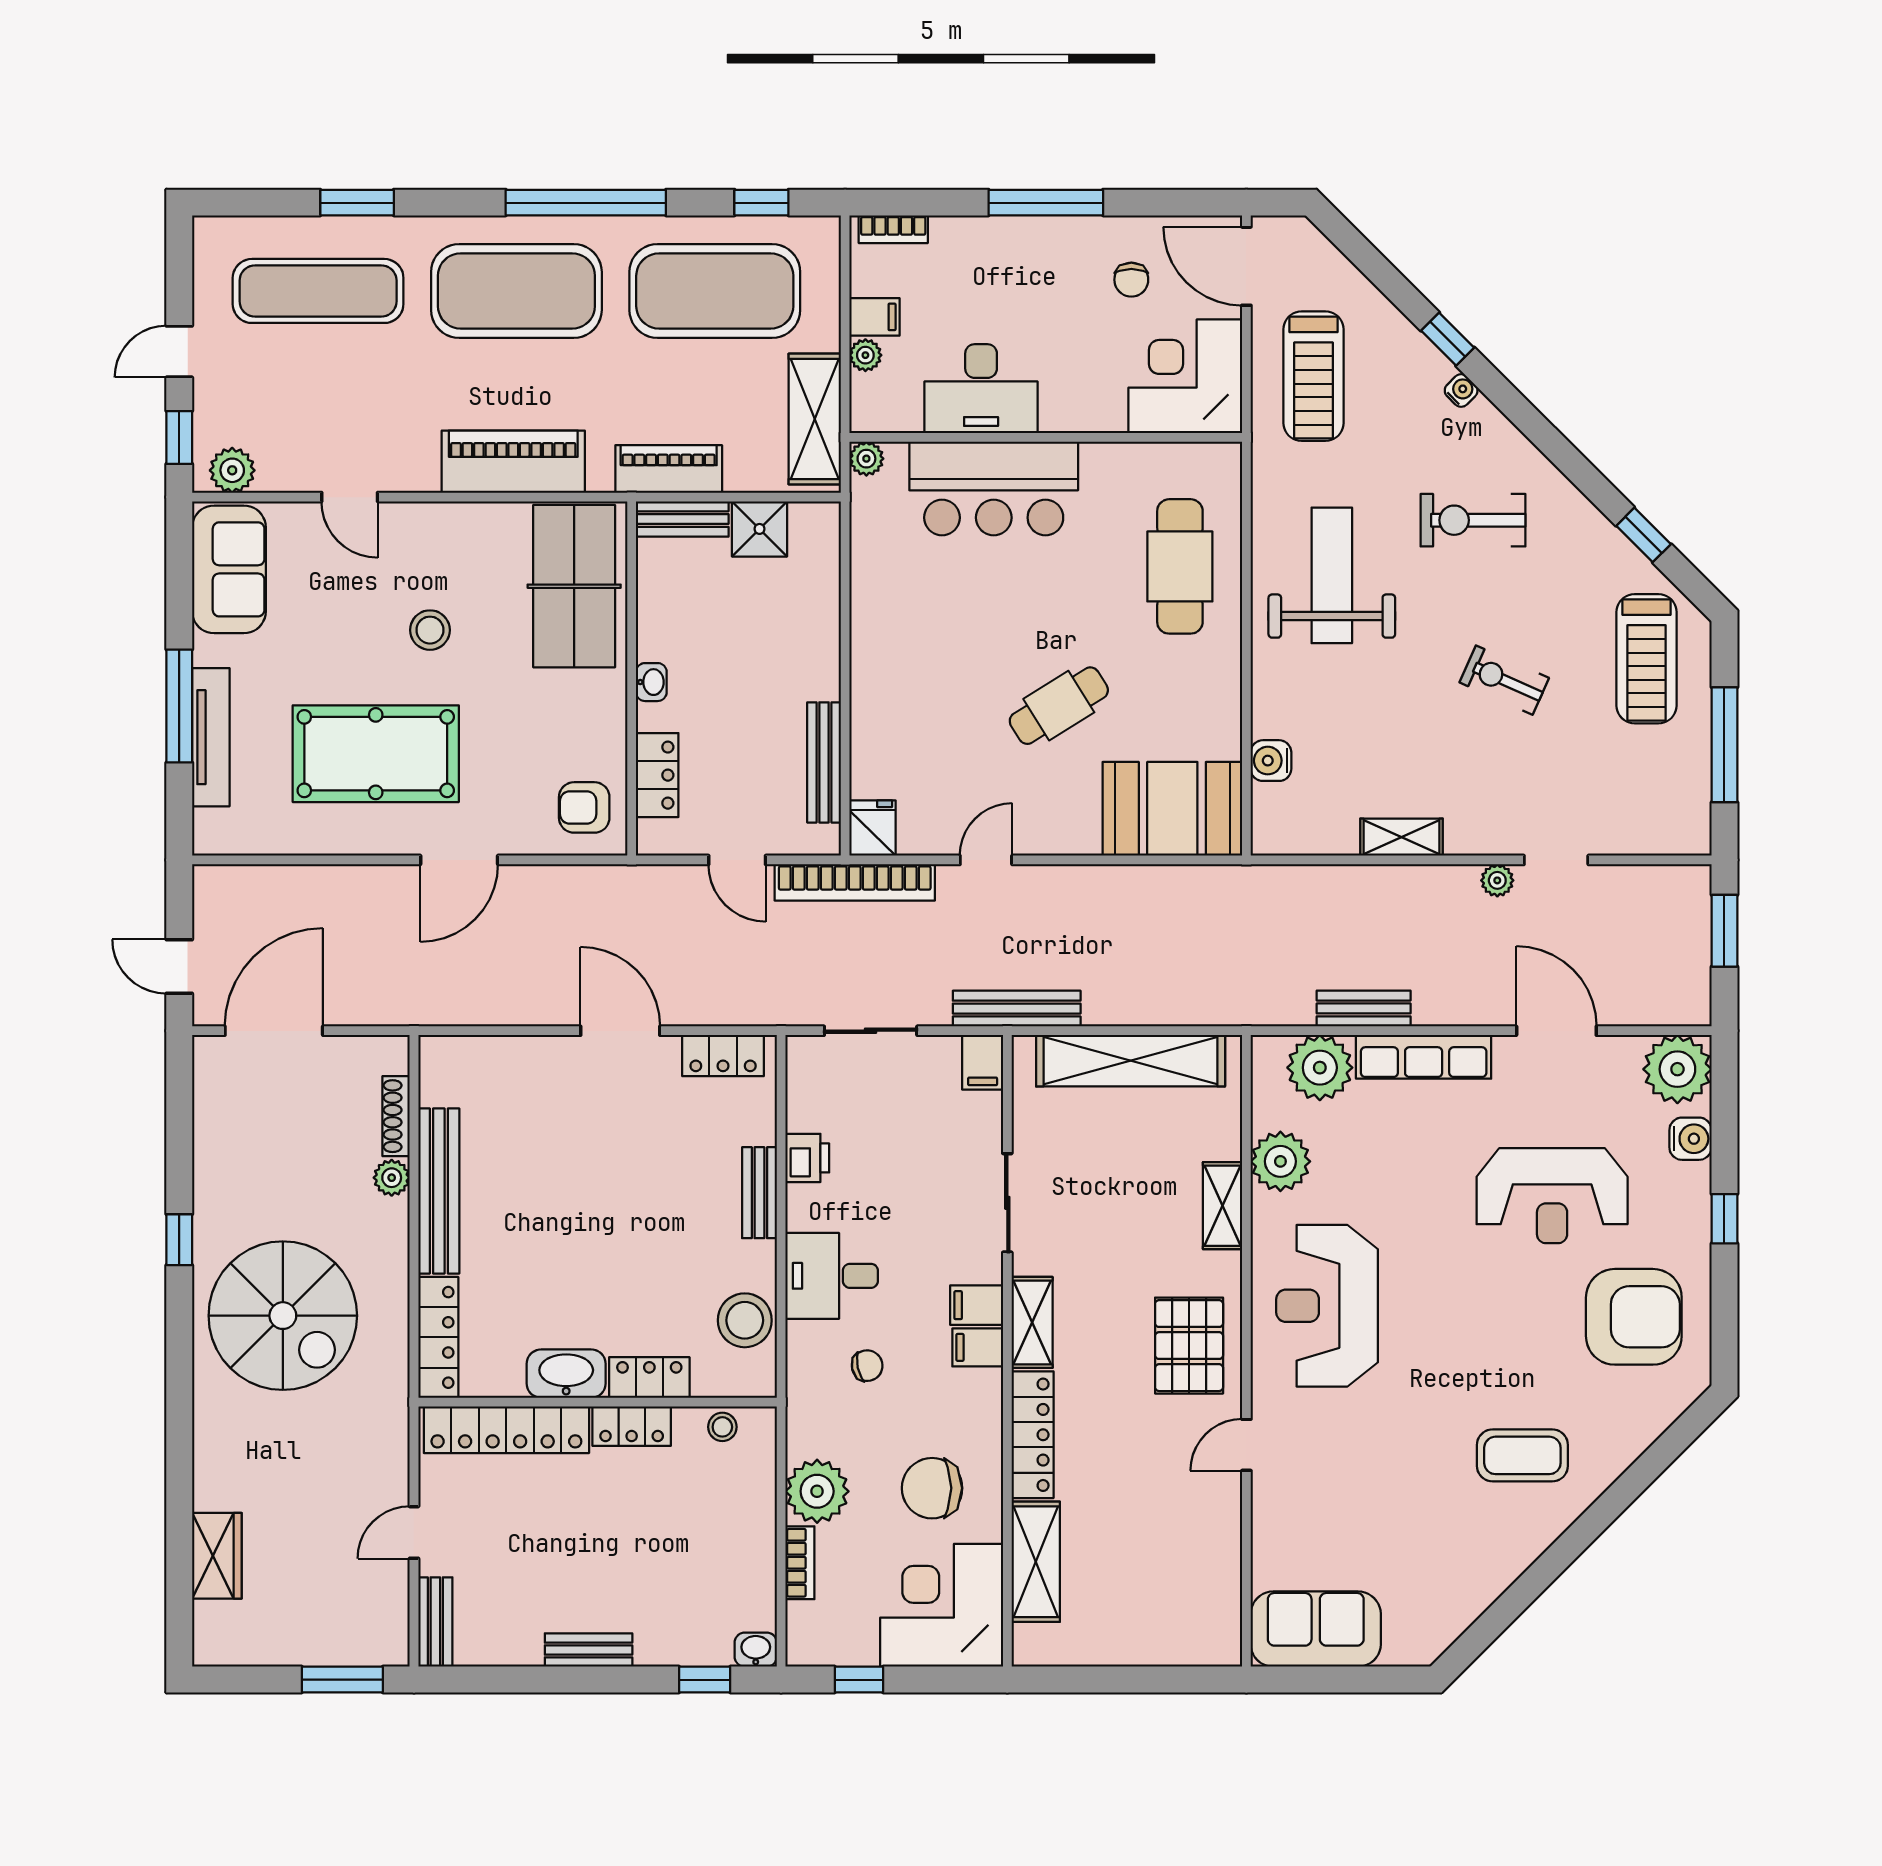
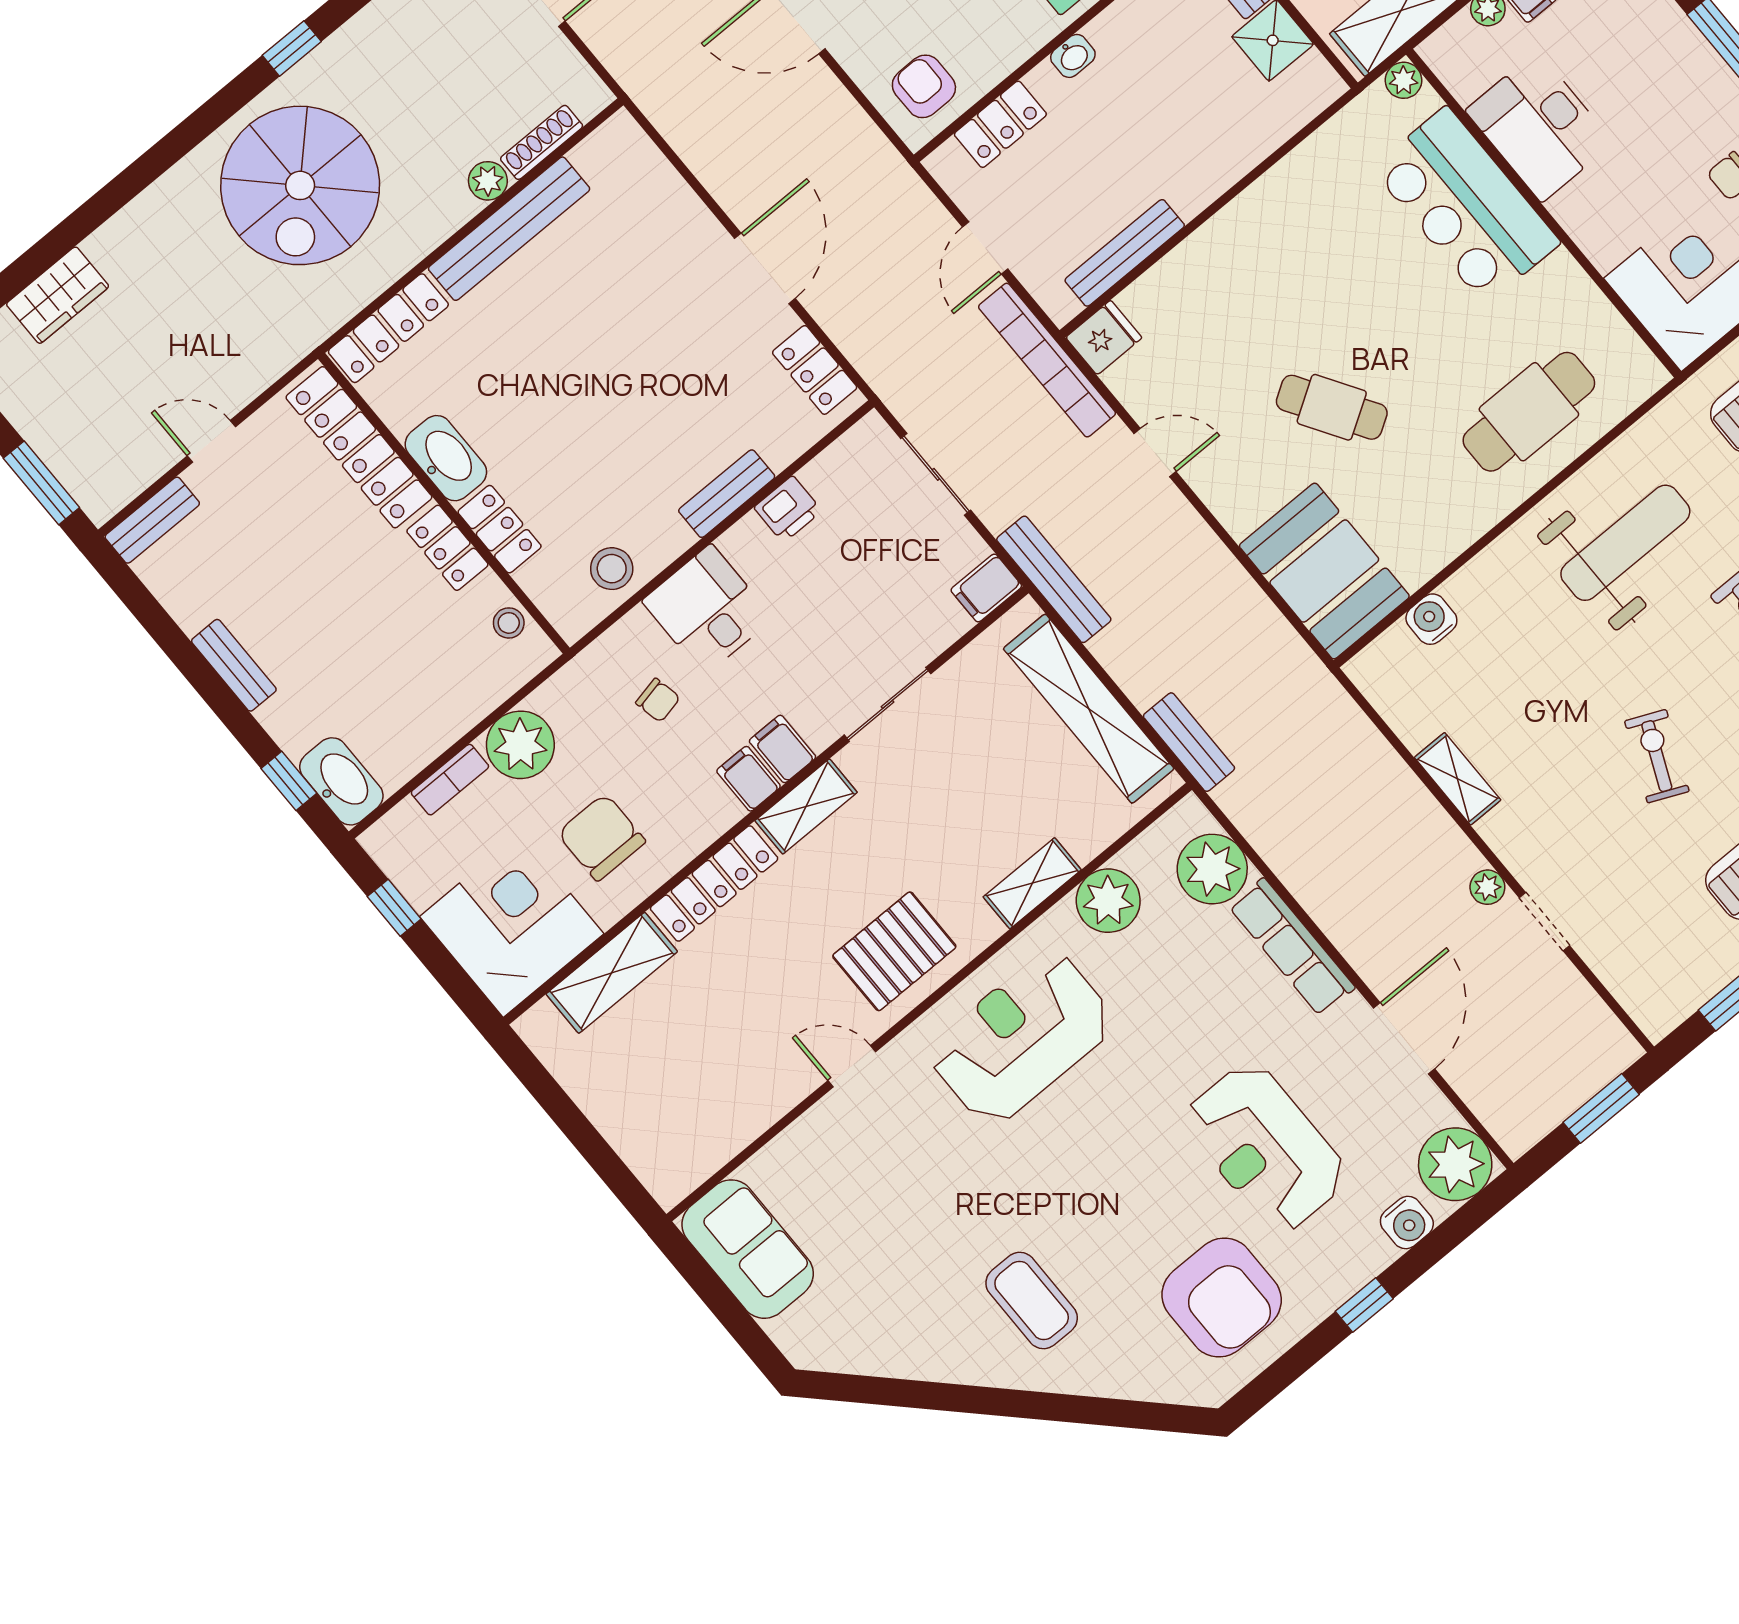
bench: (1364, 1008) -> (1189, 742), moved
stool: (745, 1320) -> (612, 569), width x0.73, depth x0.73
washbasin: (756, 1650) -> (341, 781), width x1.91, depth x1.45

